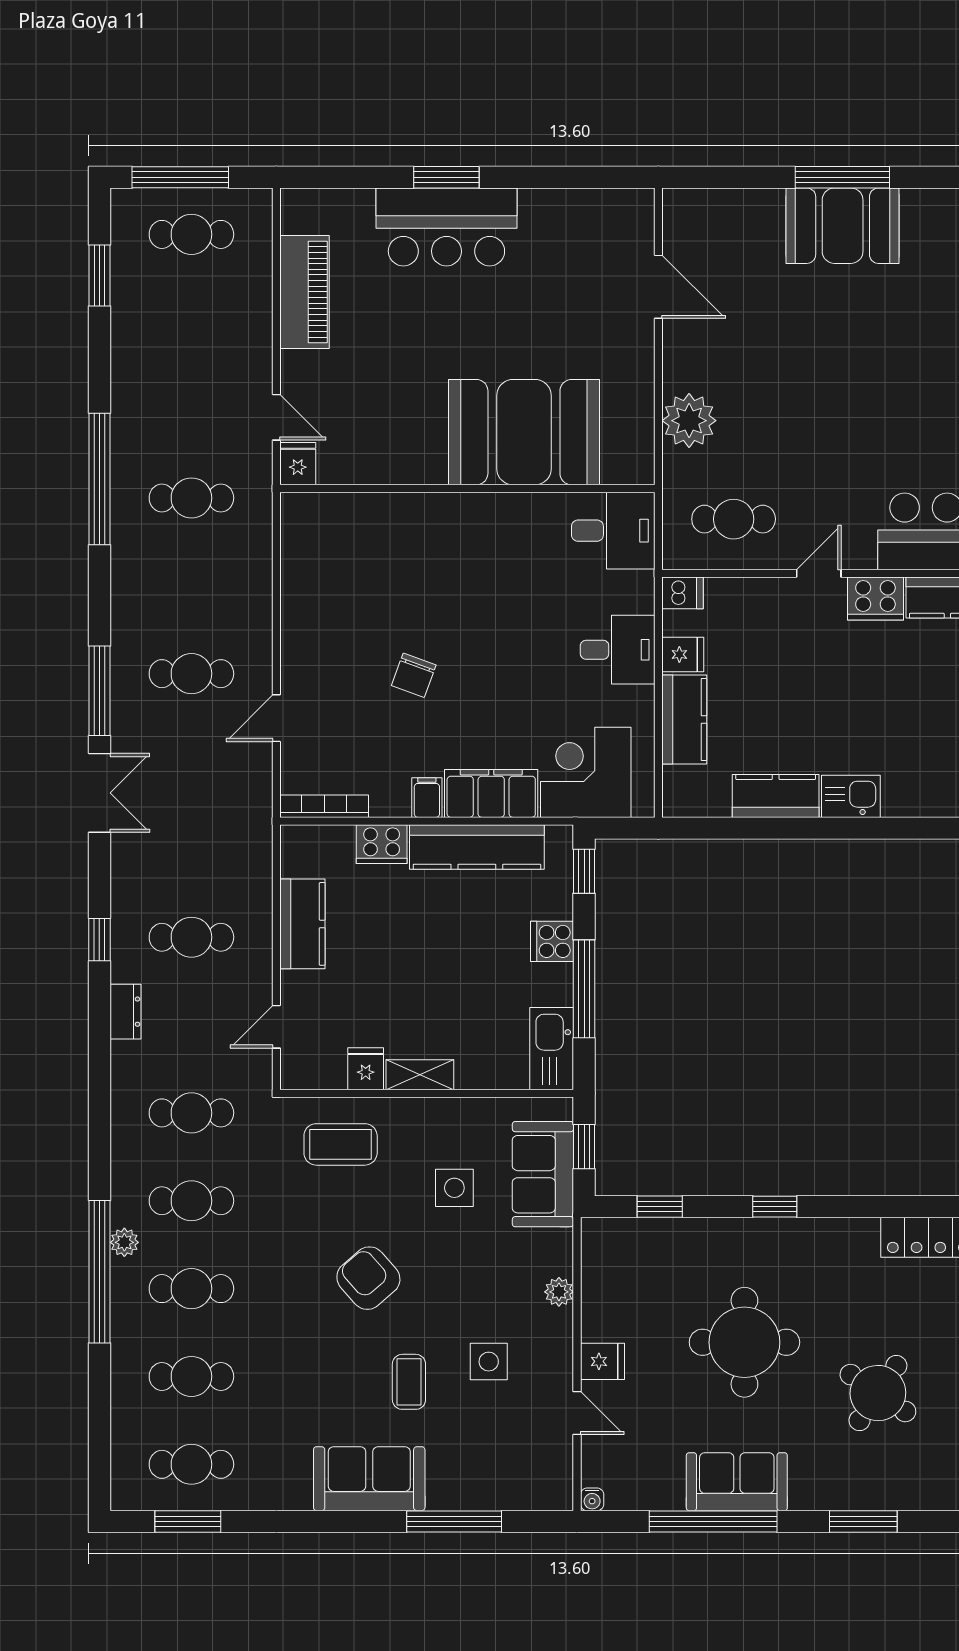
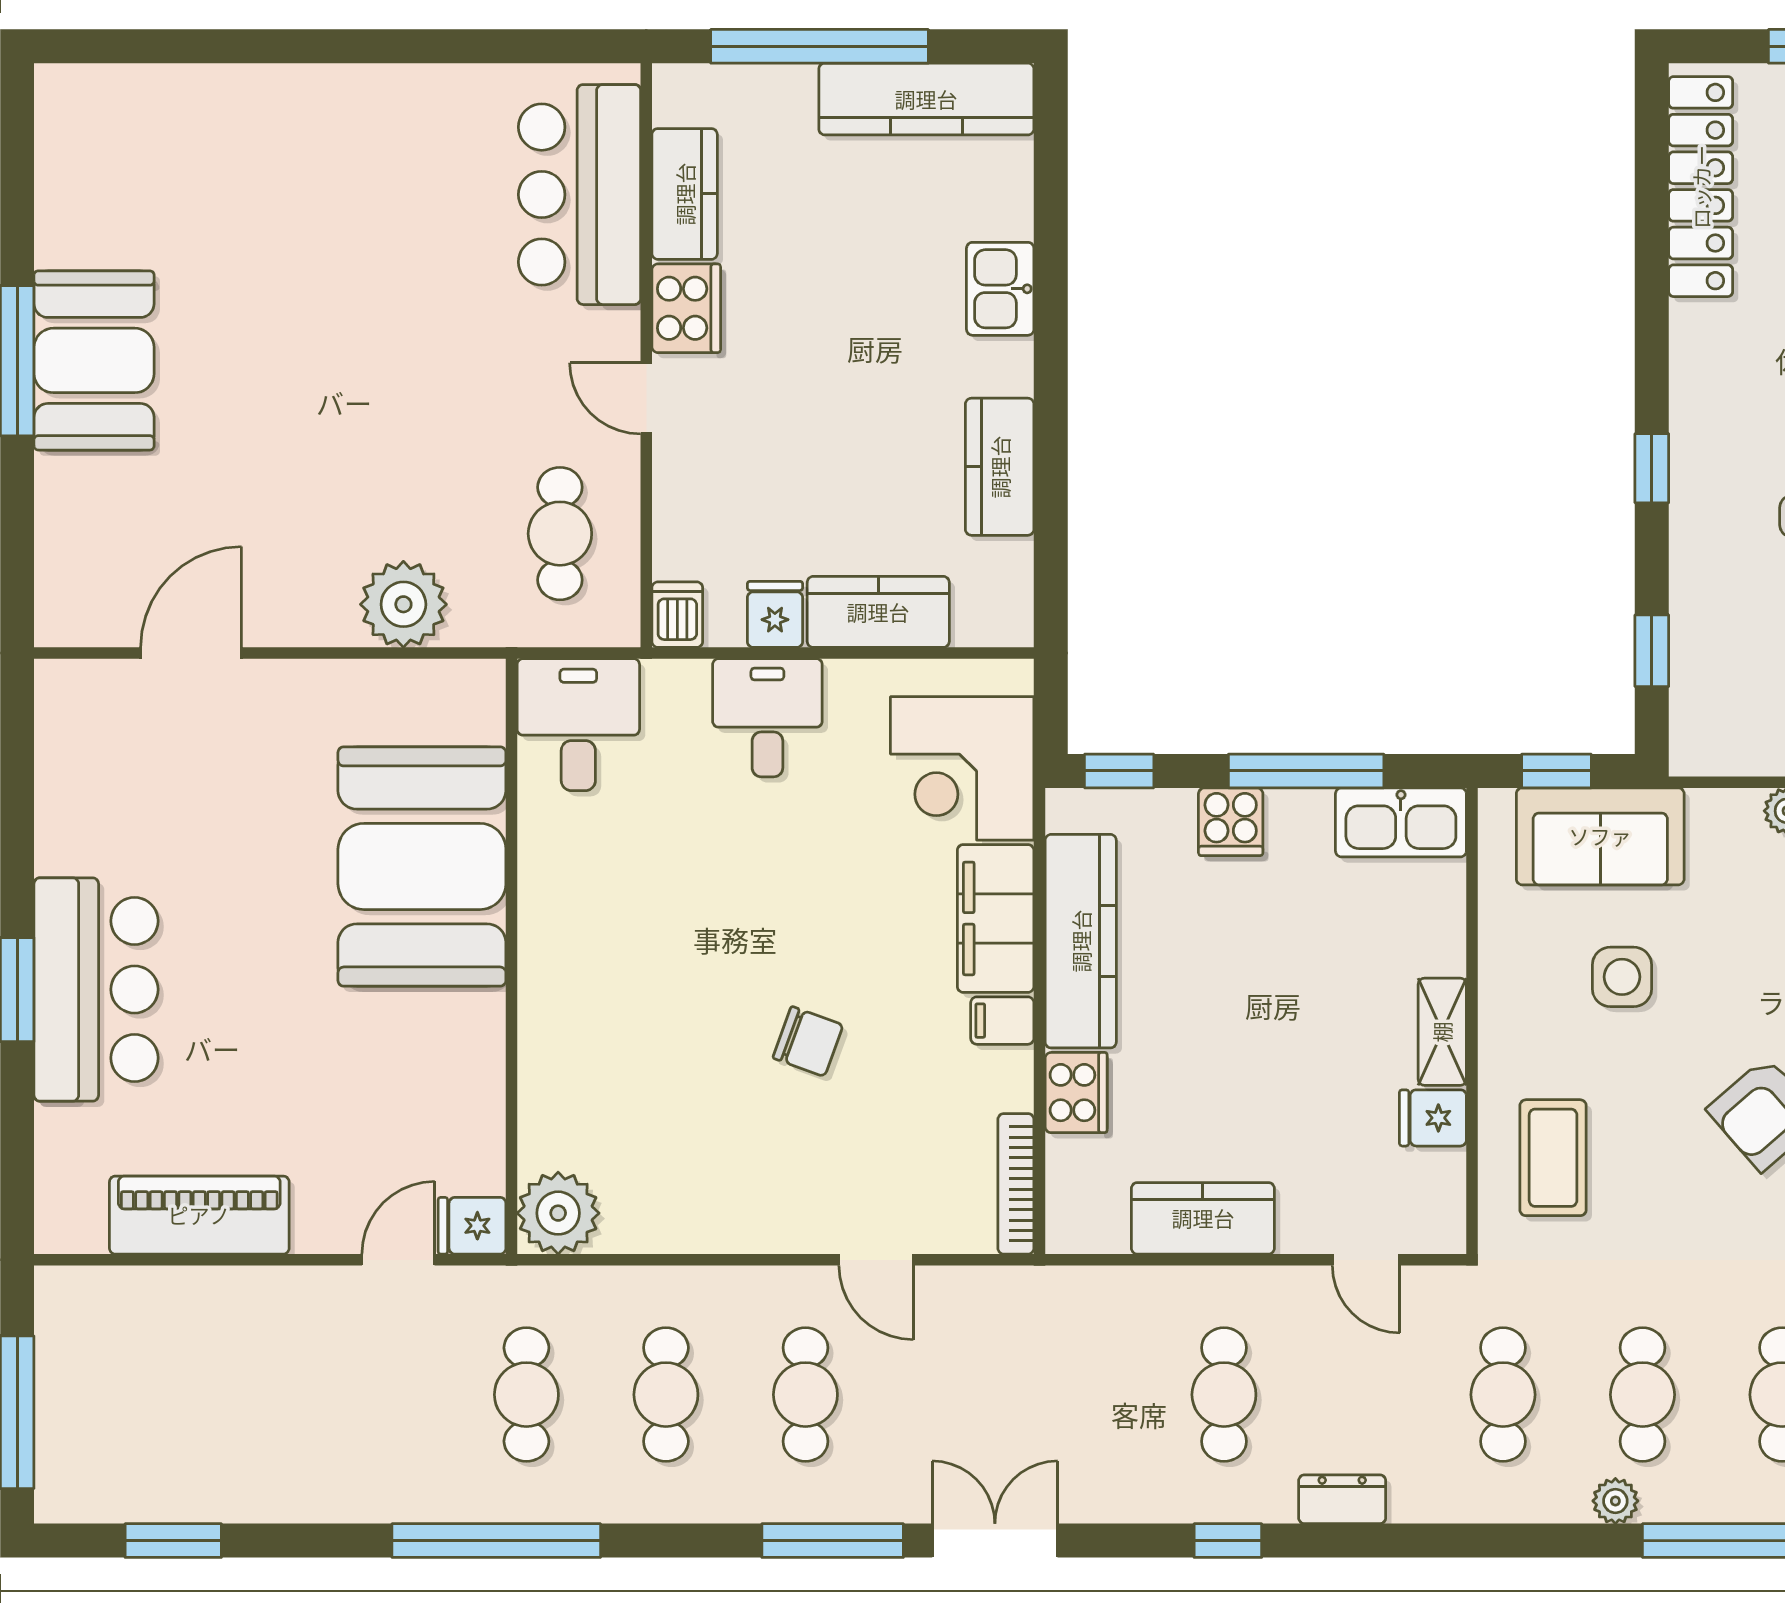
cafe table: (191, 234) -> (666, 1395), moved
plant: (306, 518) -> (558, 1213), added
kitchen sink: (851, 796) -> (1000, 289), moved
plant: (124, 1242) -> (1615, 1501), moved

